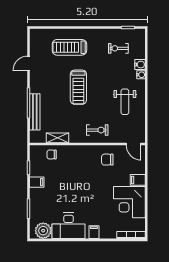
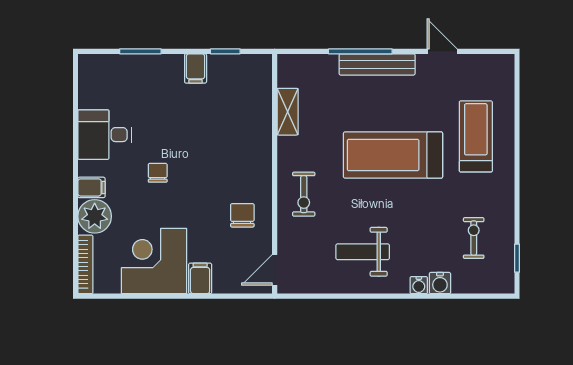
treadmill: (78, 87) -> (393, 155), width x1.37, depth x1.38
bench: (35, 112) -> (377, 64), moved
chair: (52, 154) -> (158, 173), moved
desk: (69, 226) -> (105, 135), width x0.73
plant: (43, 231) -> (95, 216), moved

